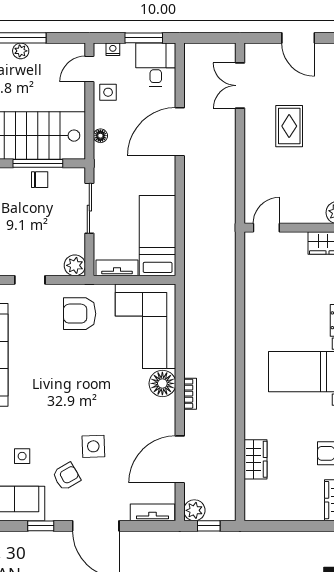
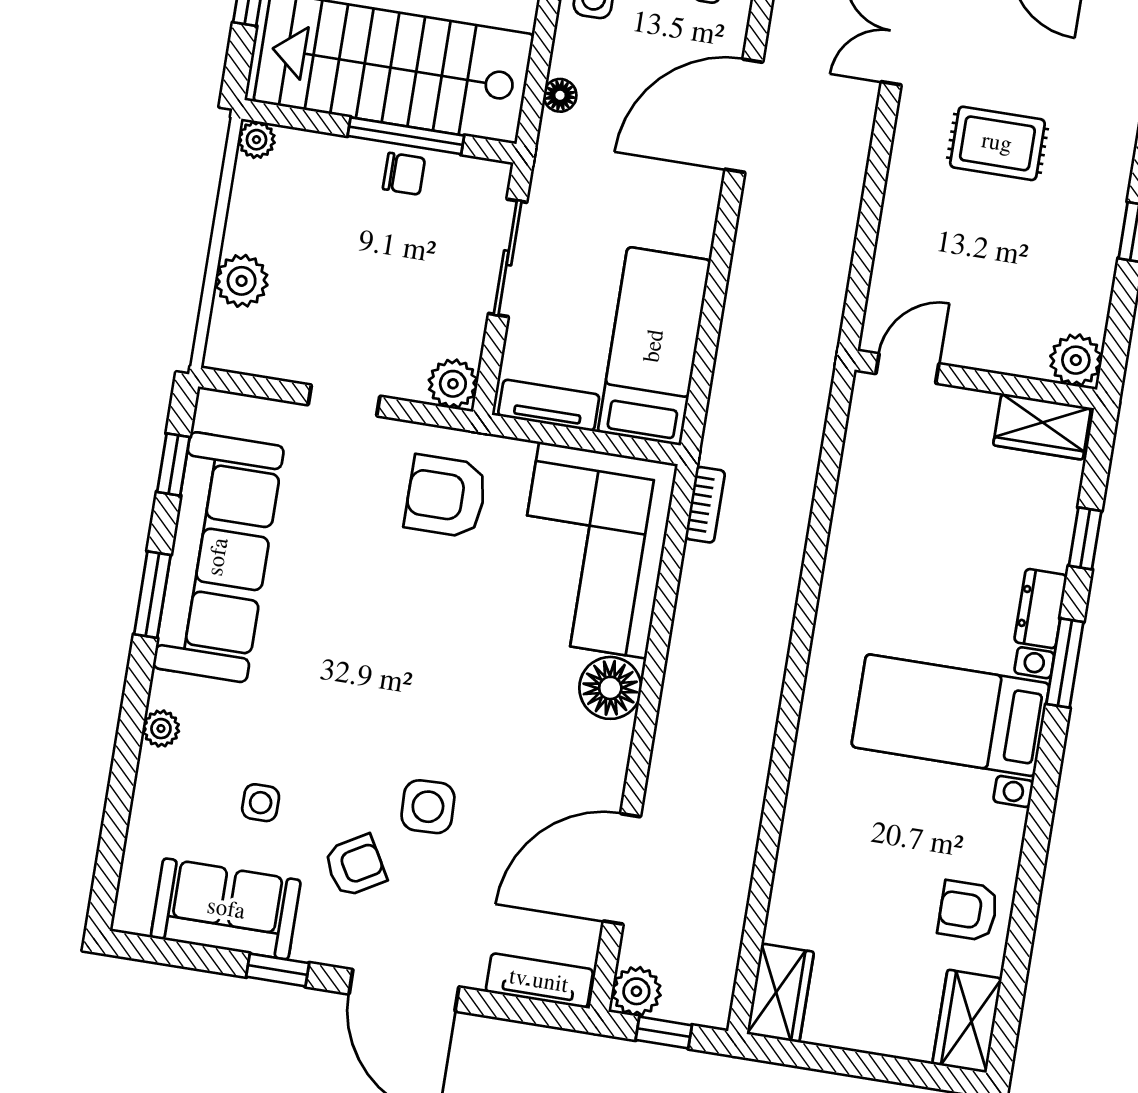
rug: (289, 126) -> (997, 143), turned 90
bookcase: (190, 394) -> (705, 505), moved
wardrobe: (255, 459) -> (780, 993), moved

